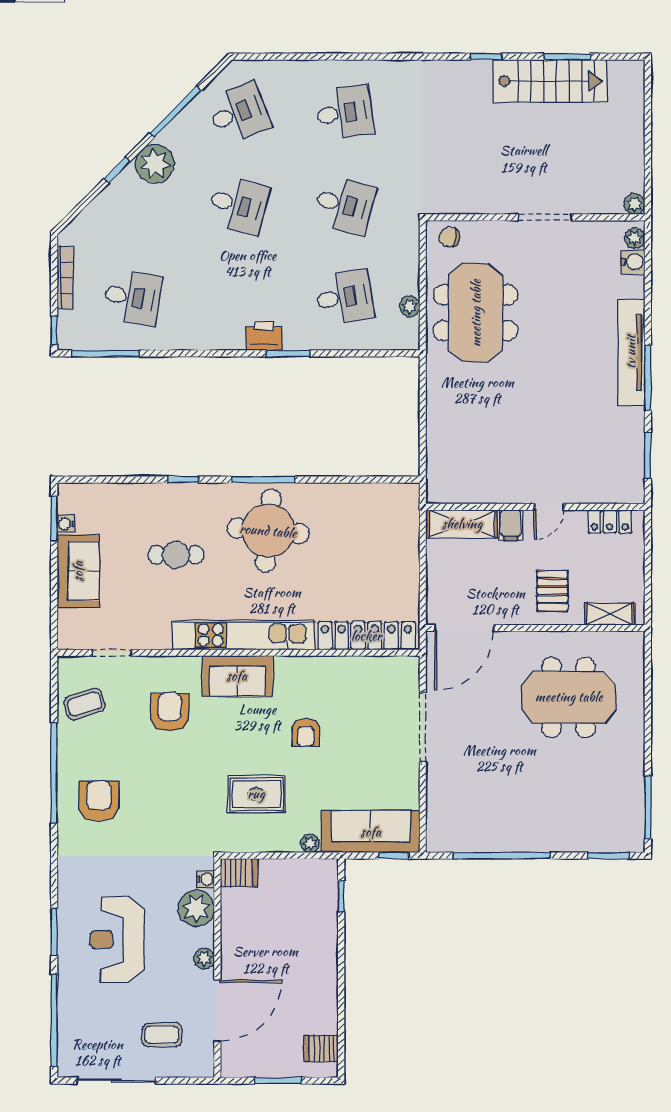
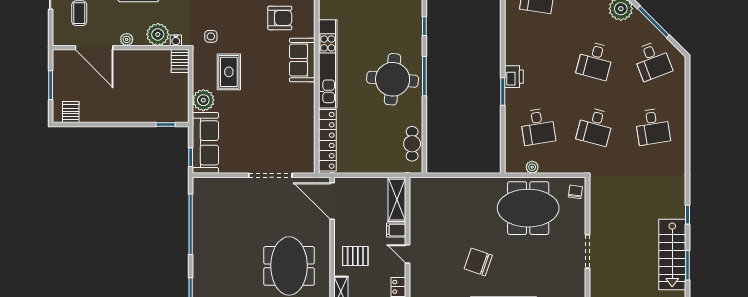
chair: (562, 393) -> (478, 262), added
cafe table: (176, 555) -> (412, 144), moved
armchair: (306, 733) -> (267, 103), removed
side table: (199, 823) -> (211, 36), added
plant: (310, 843) -> (203, 100), width x1.88, depth x1.88

